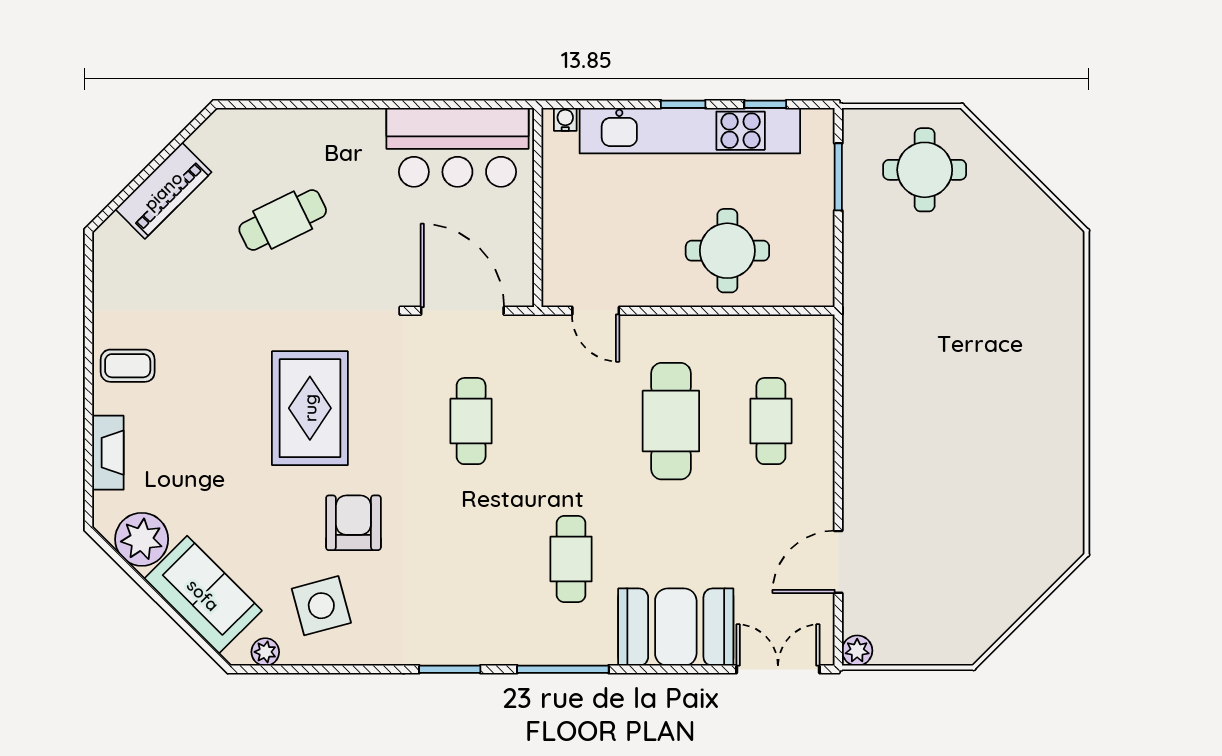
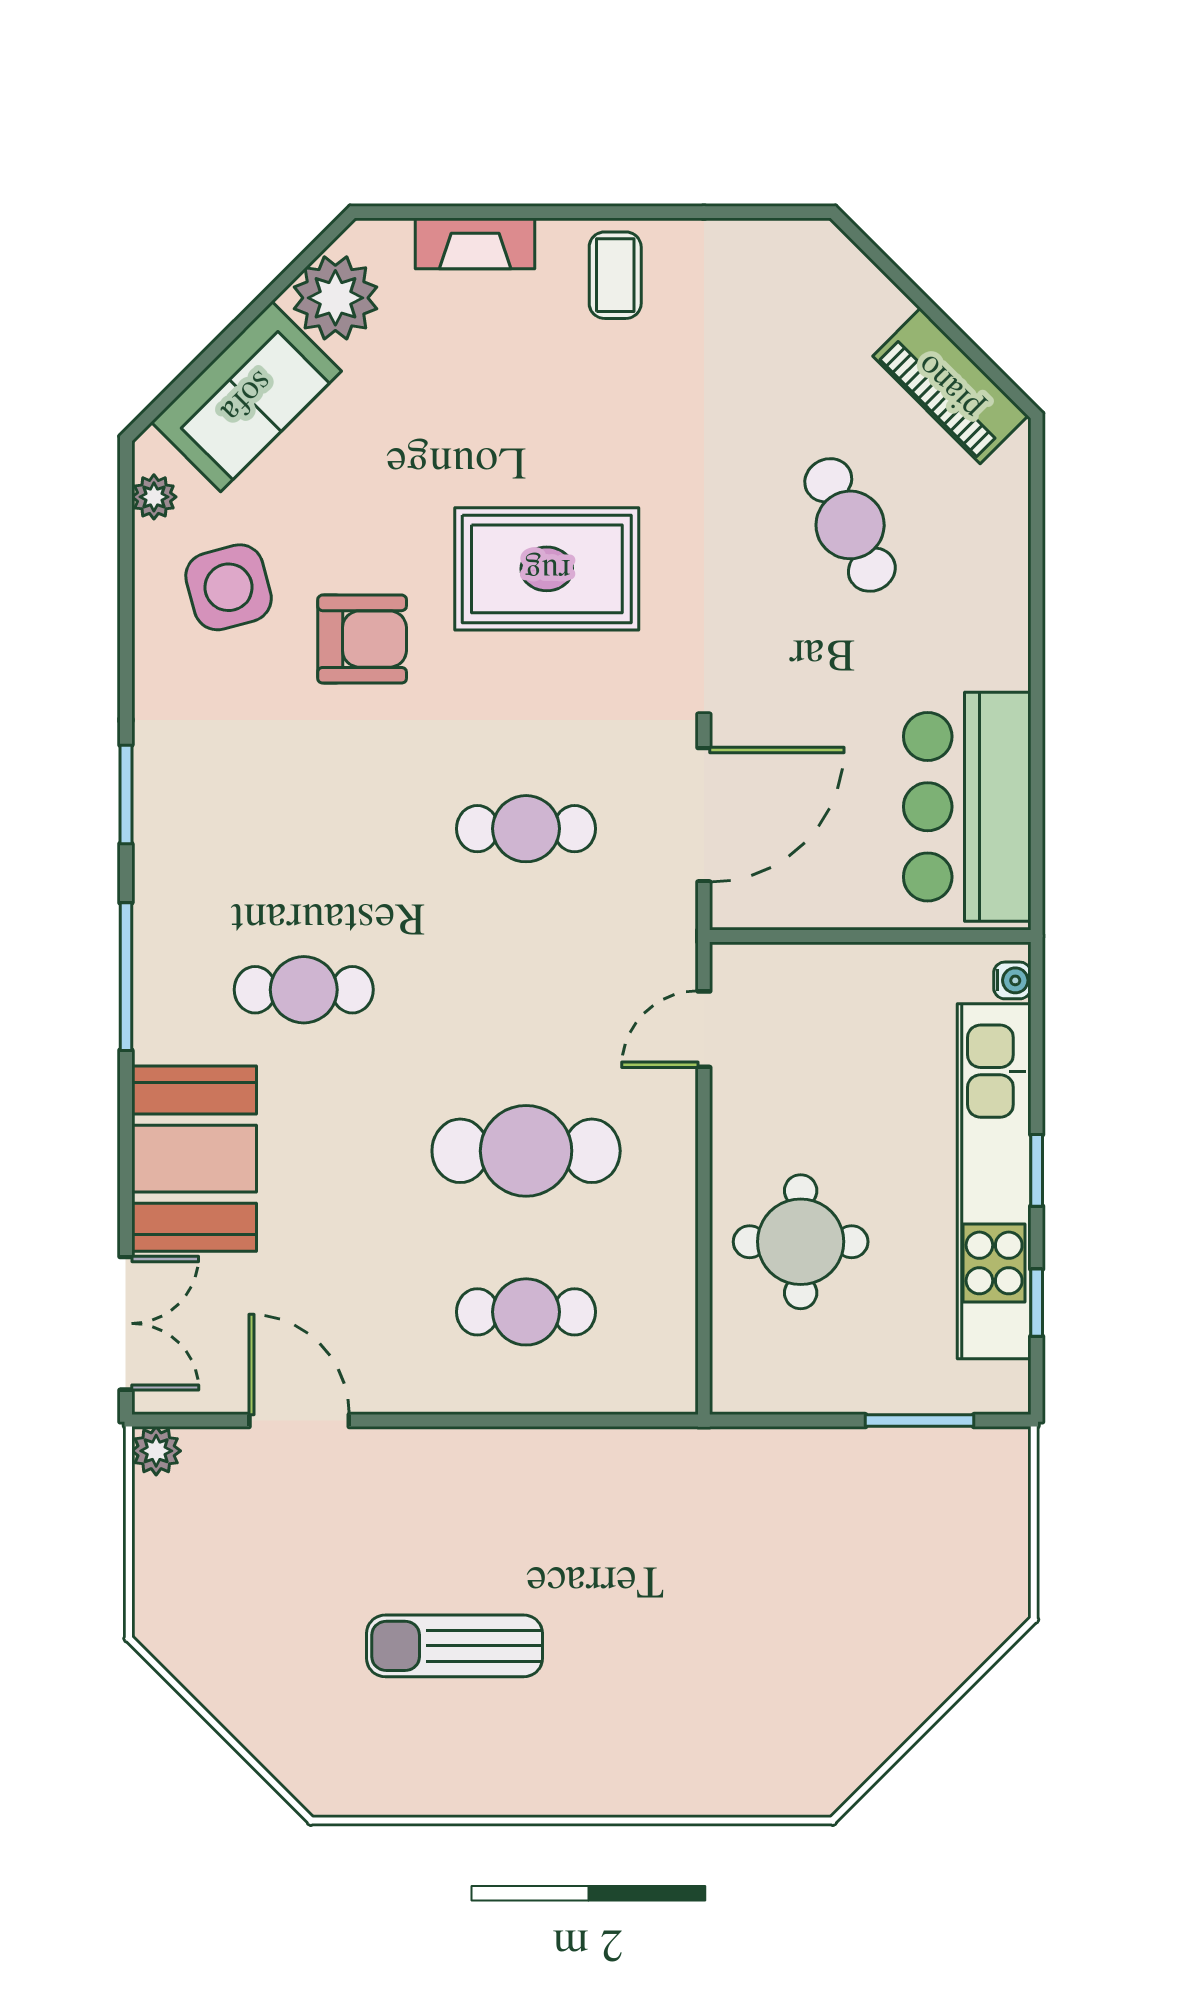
round table: (925, 170) -> (931, 1560), removed
piano: (163, 191) -> (950, 386), moved
sun lounger: (978, 465) -> (455, 1646), added

